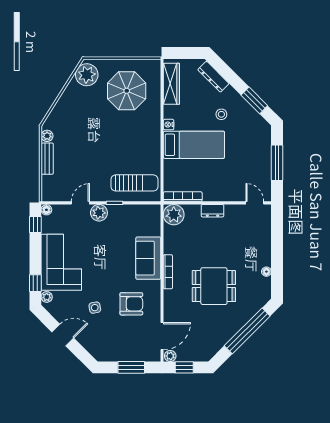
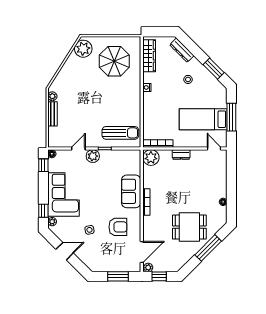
bed: (194, 145) -> (203, 119), moved, turned 180
dining table: (214, 286) -> (189, 227), moved
window: (247, 331) -> (208, 248), width x0.68

